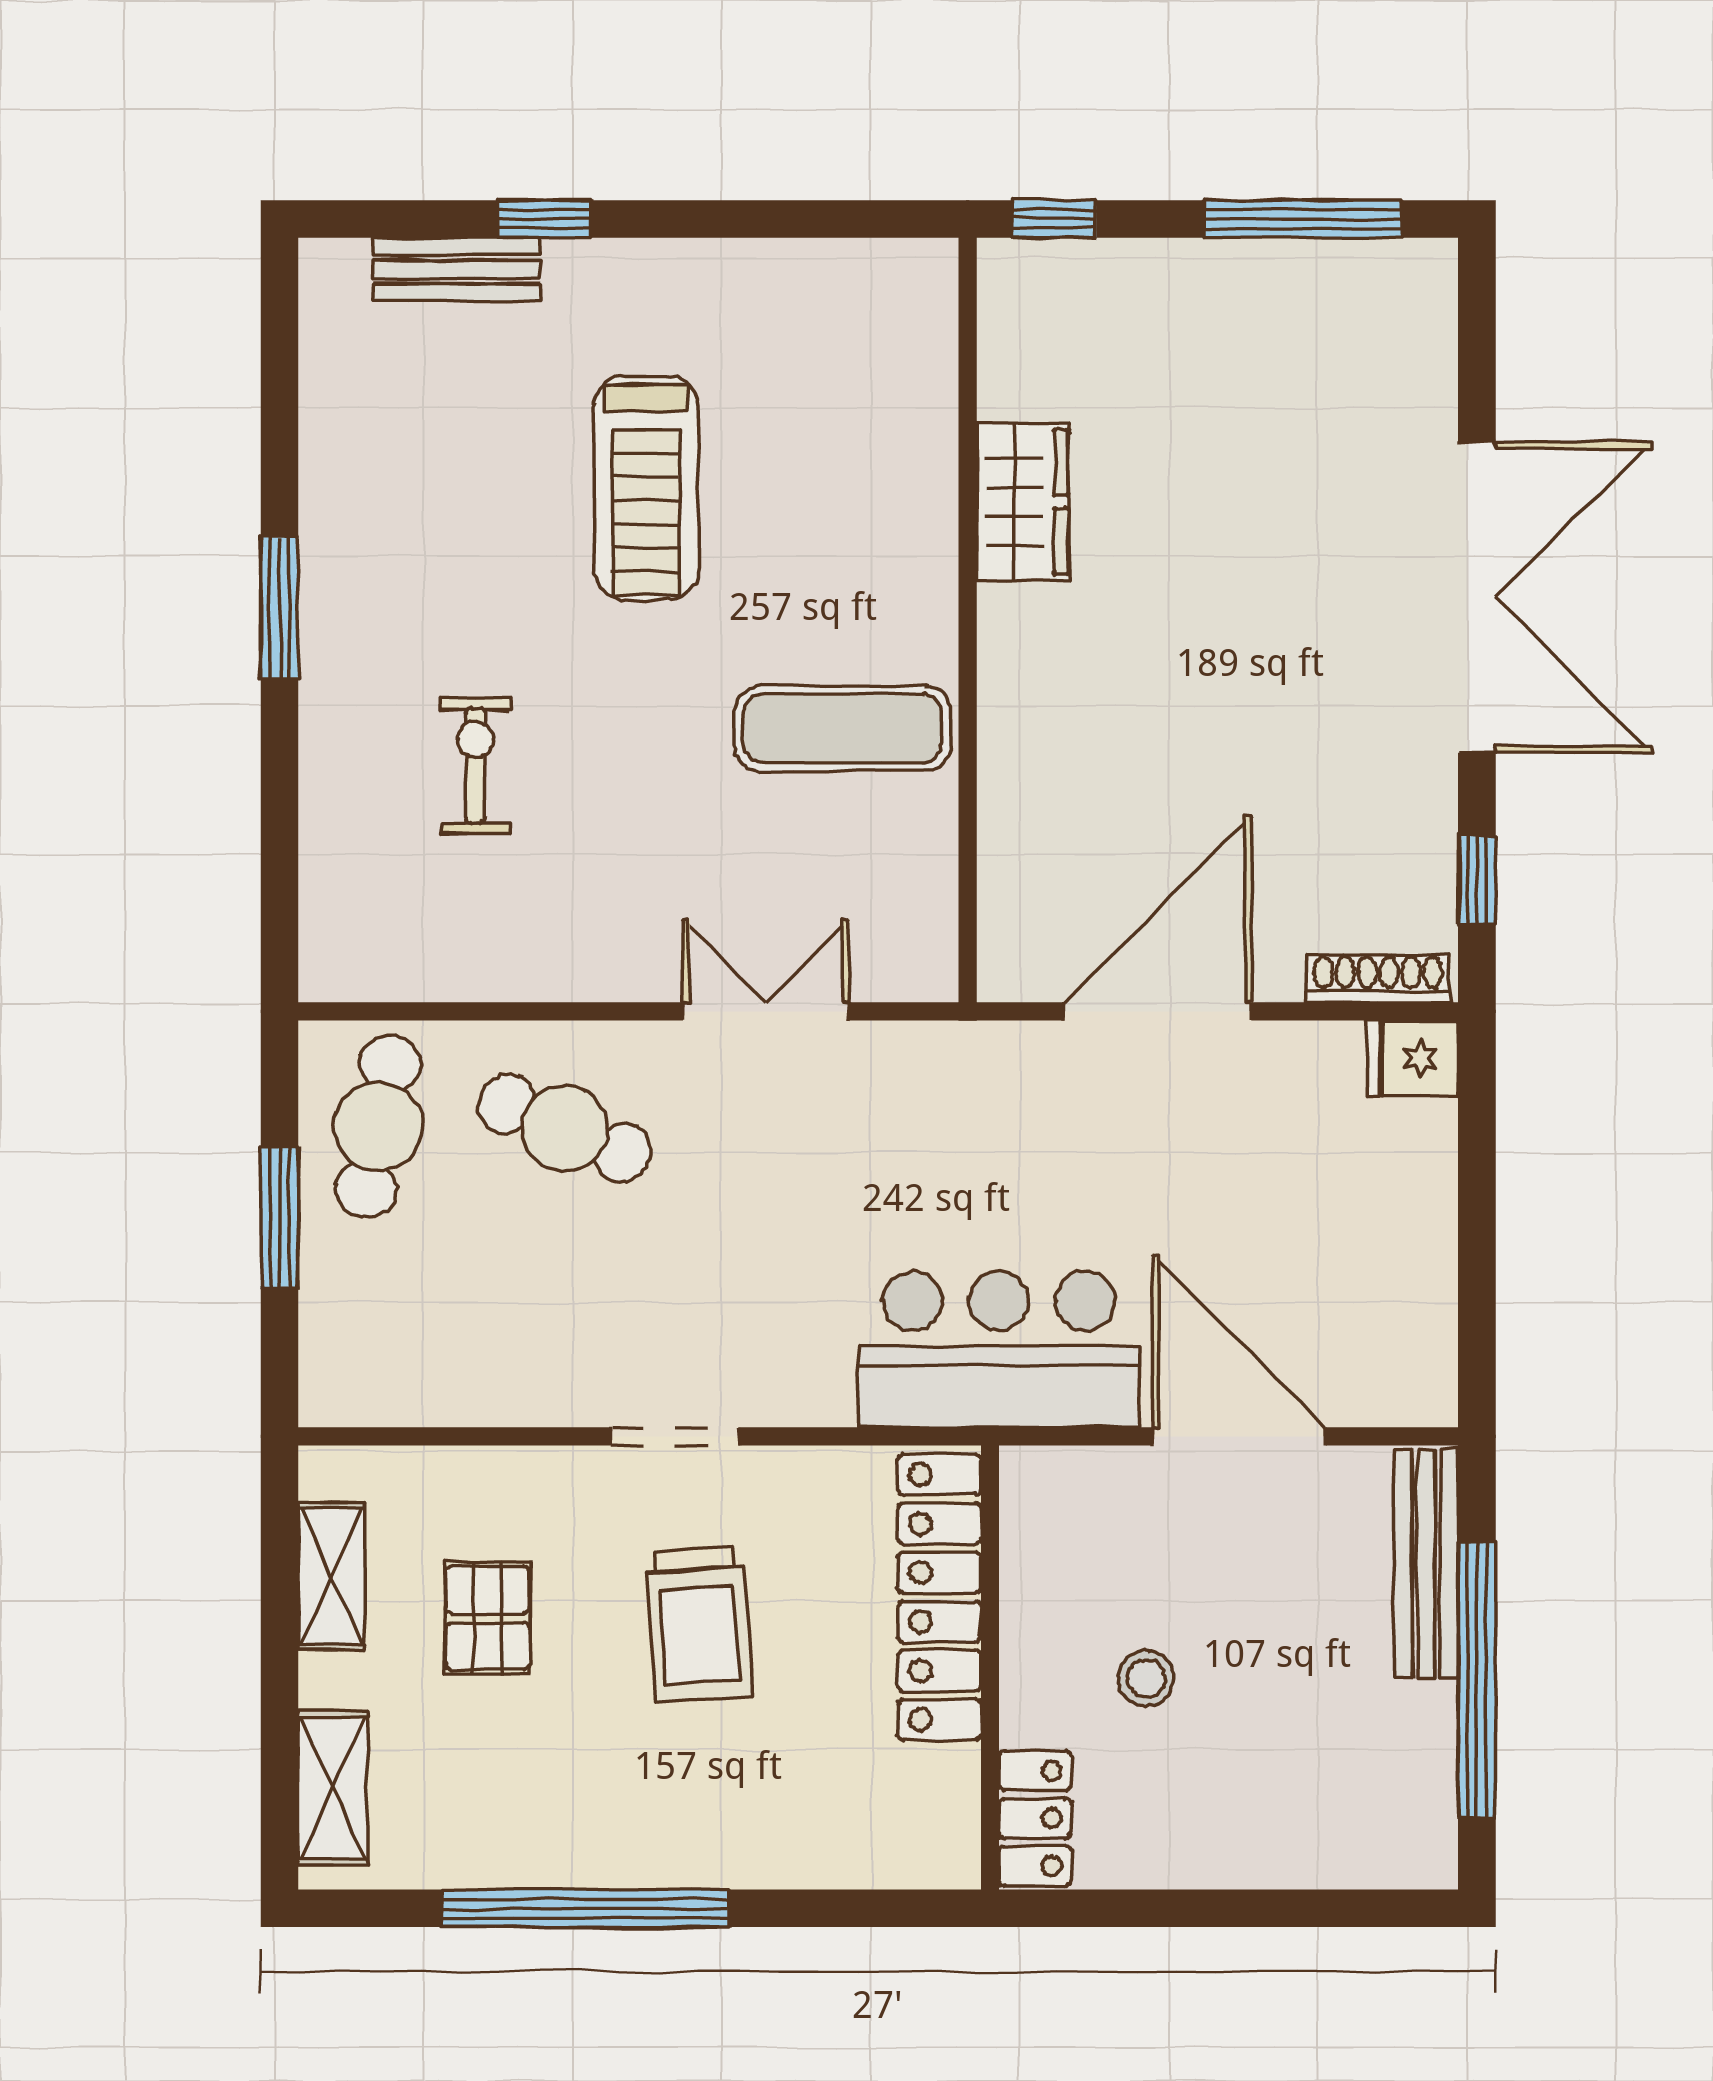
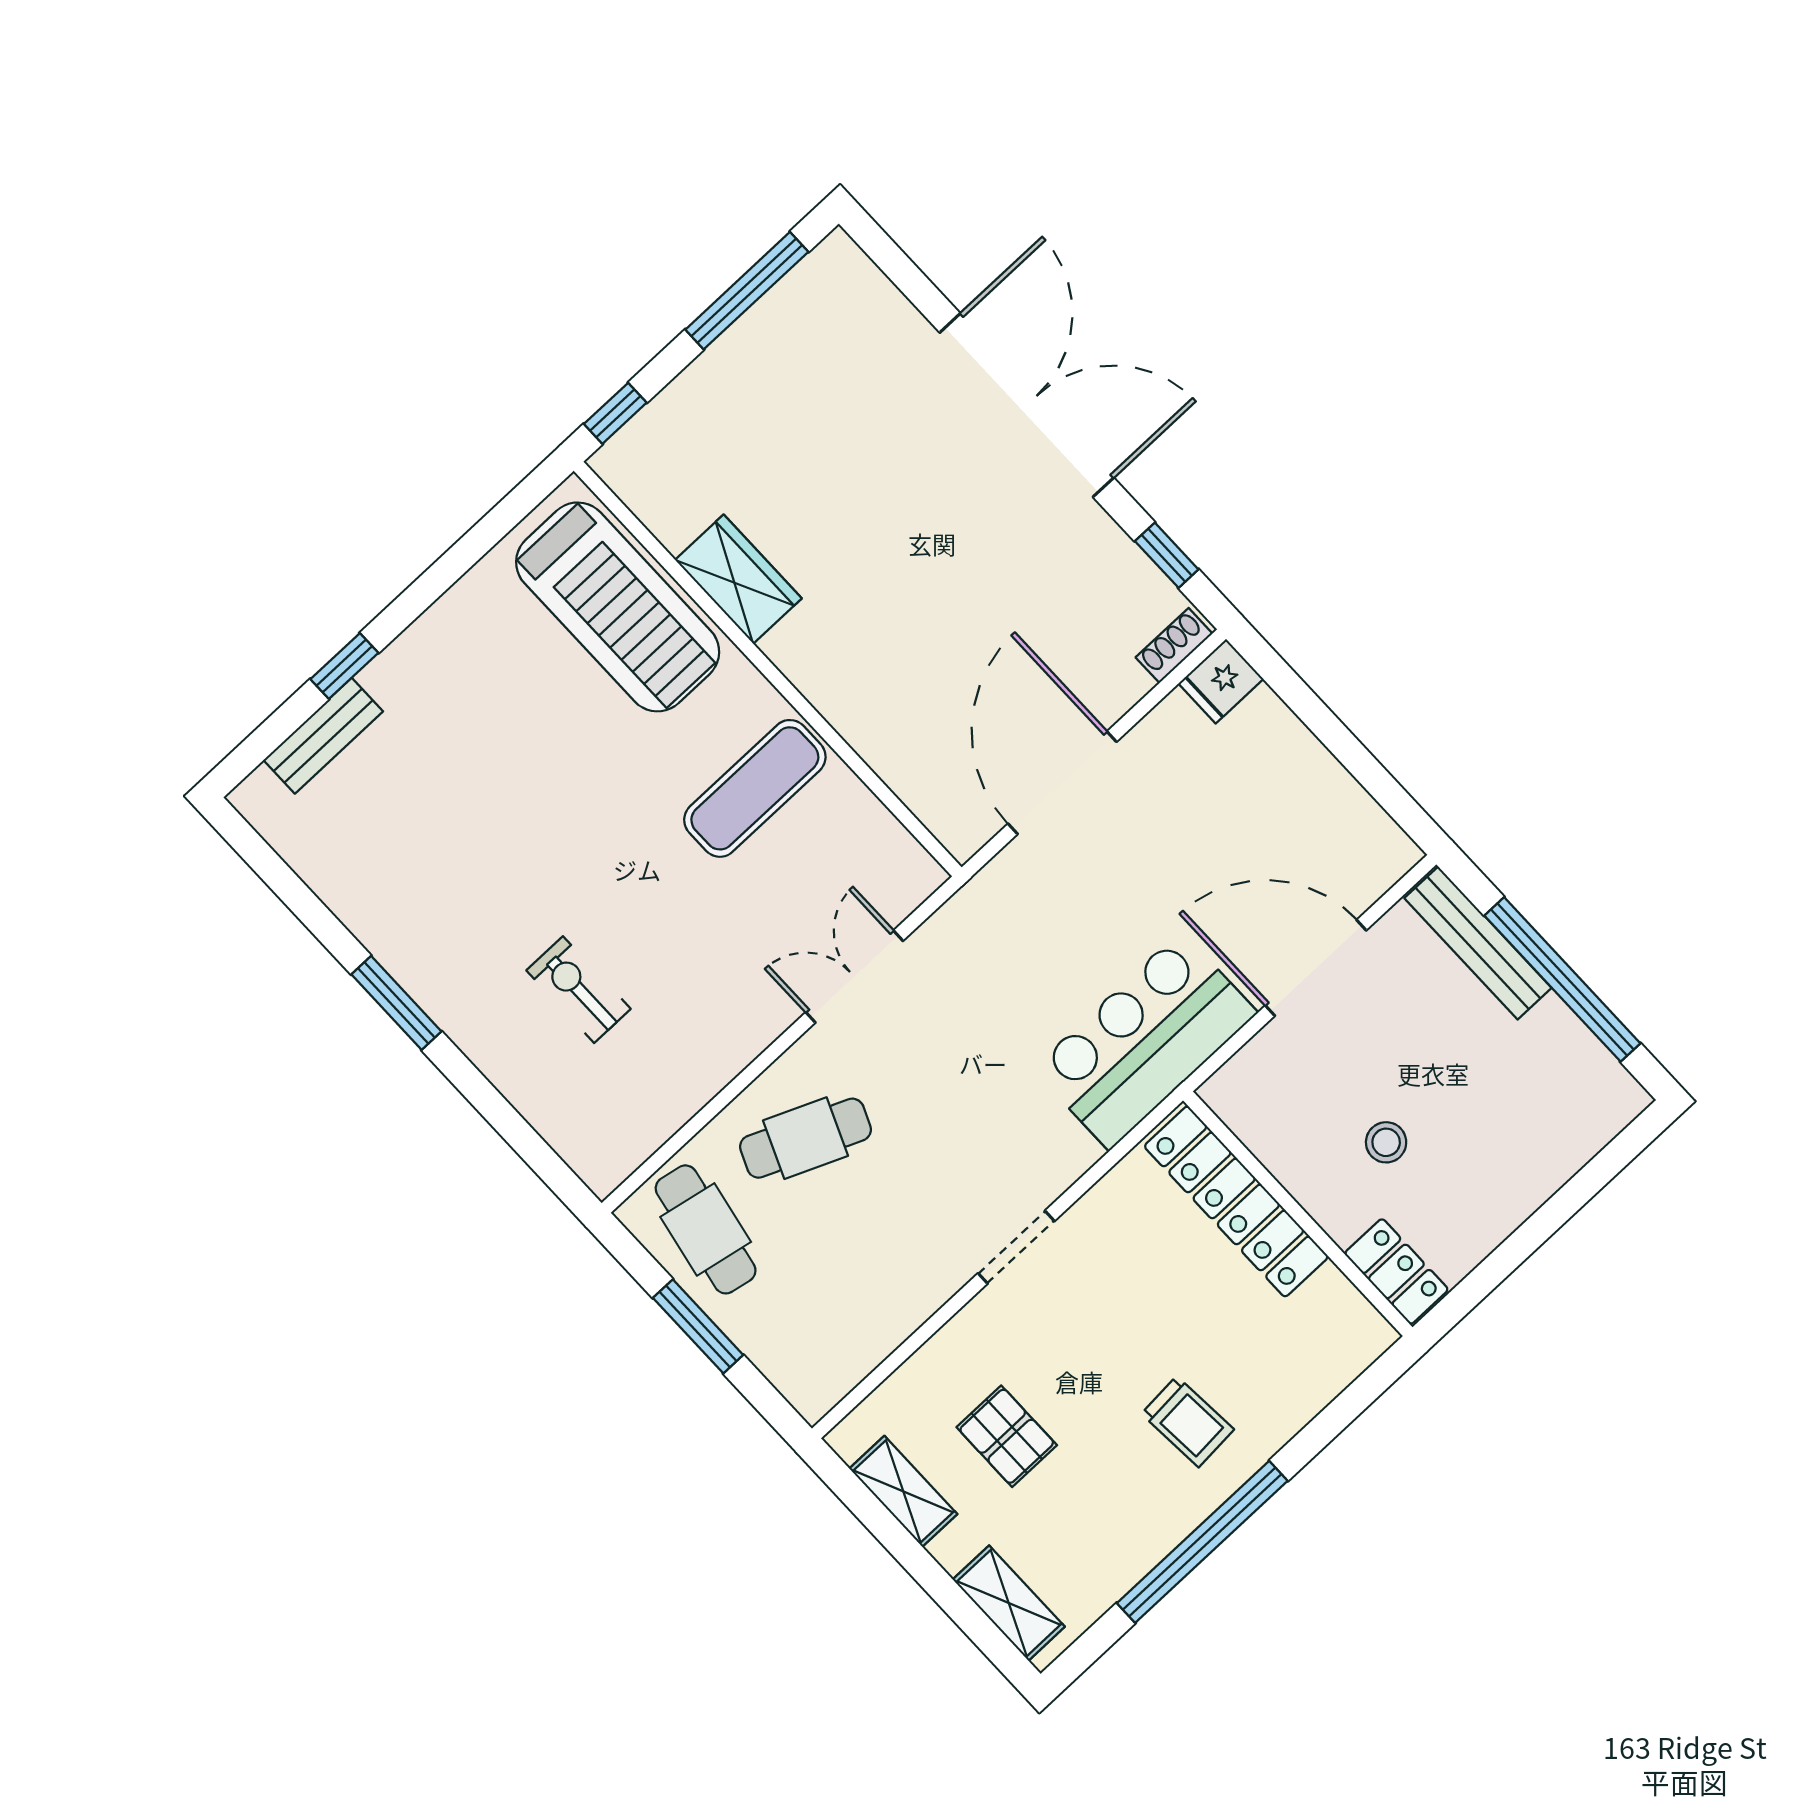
treadmill: (646, 488) -> (618, 607), moved, width x1.37, depth x1.38
shoe rack: (1378, 978) -> (1174, 645), width x0.70
trolley: (699, 1624) -> (1188, 1422), moved, width x0.73, depth x0.72

